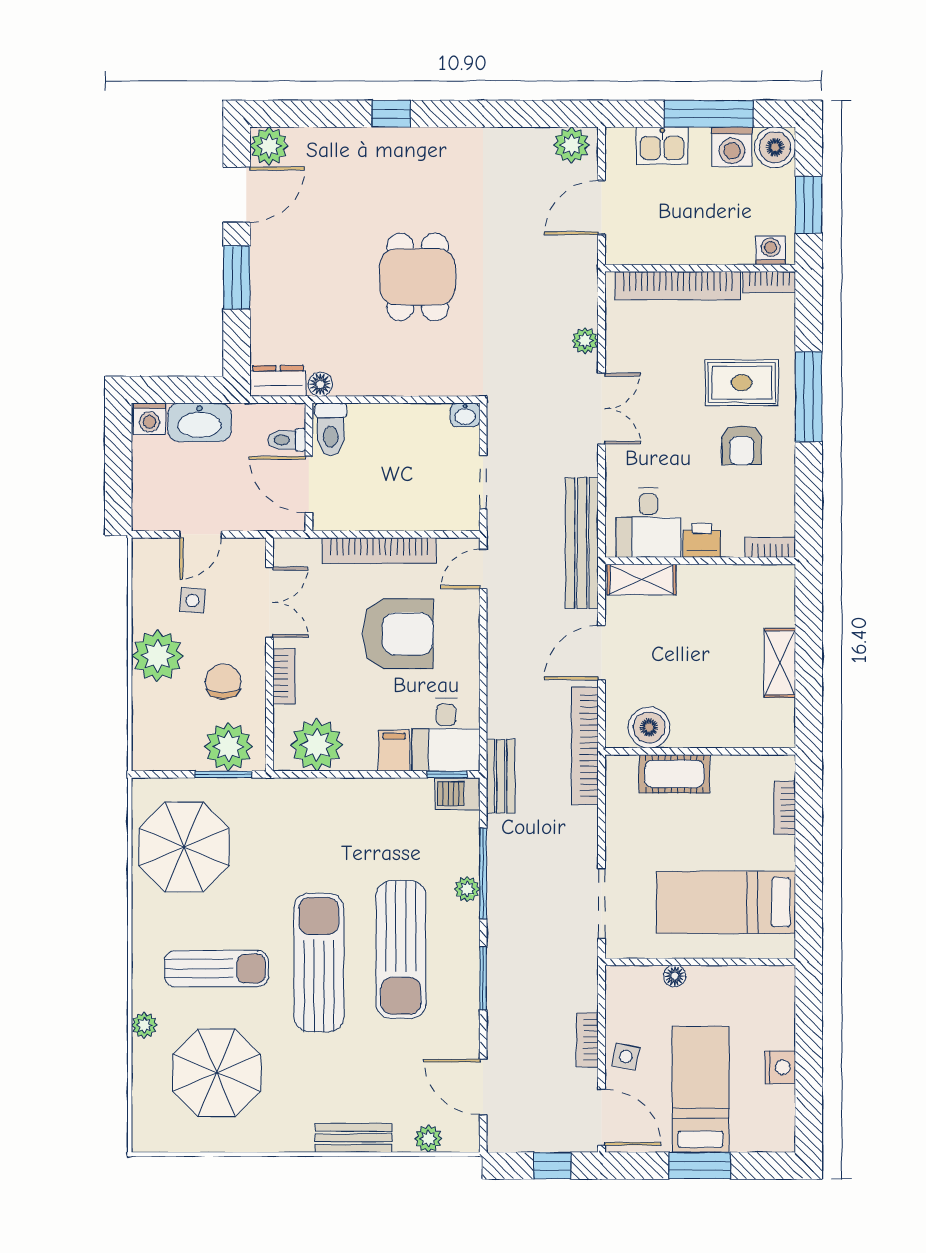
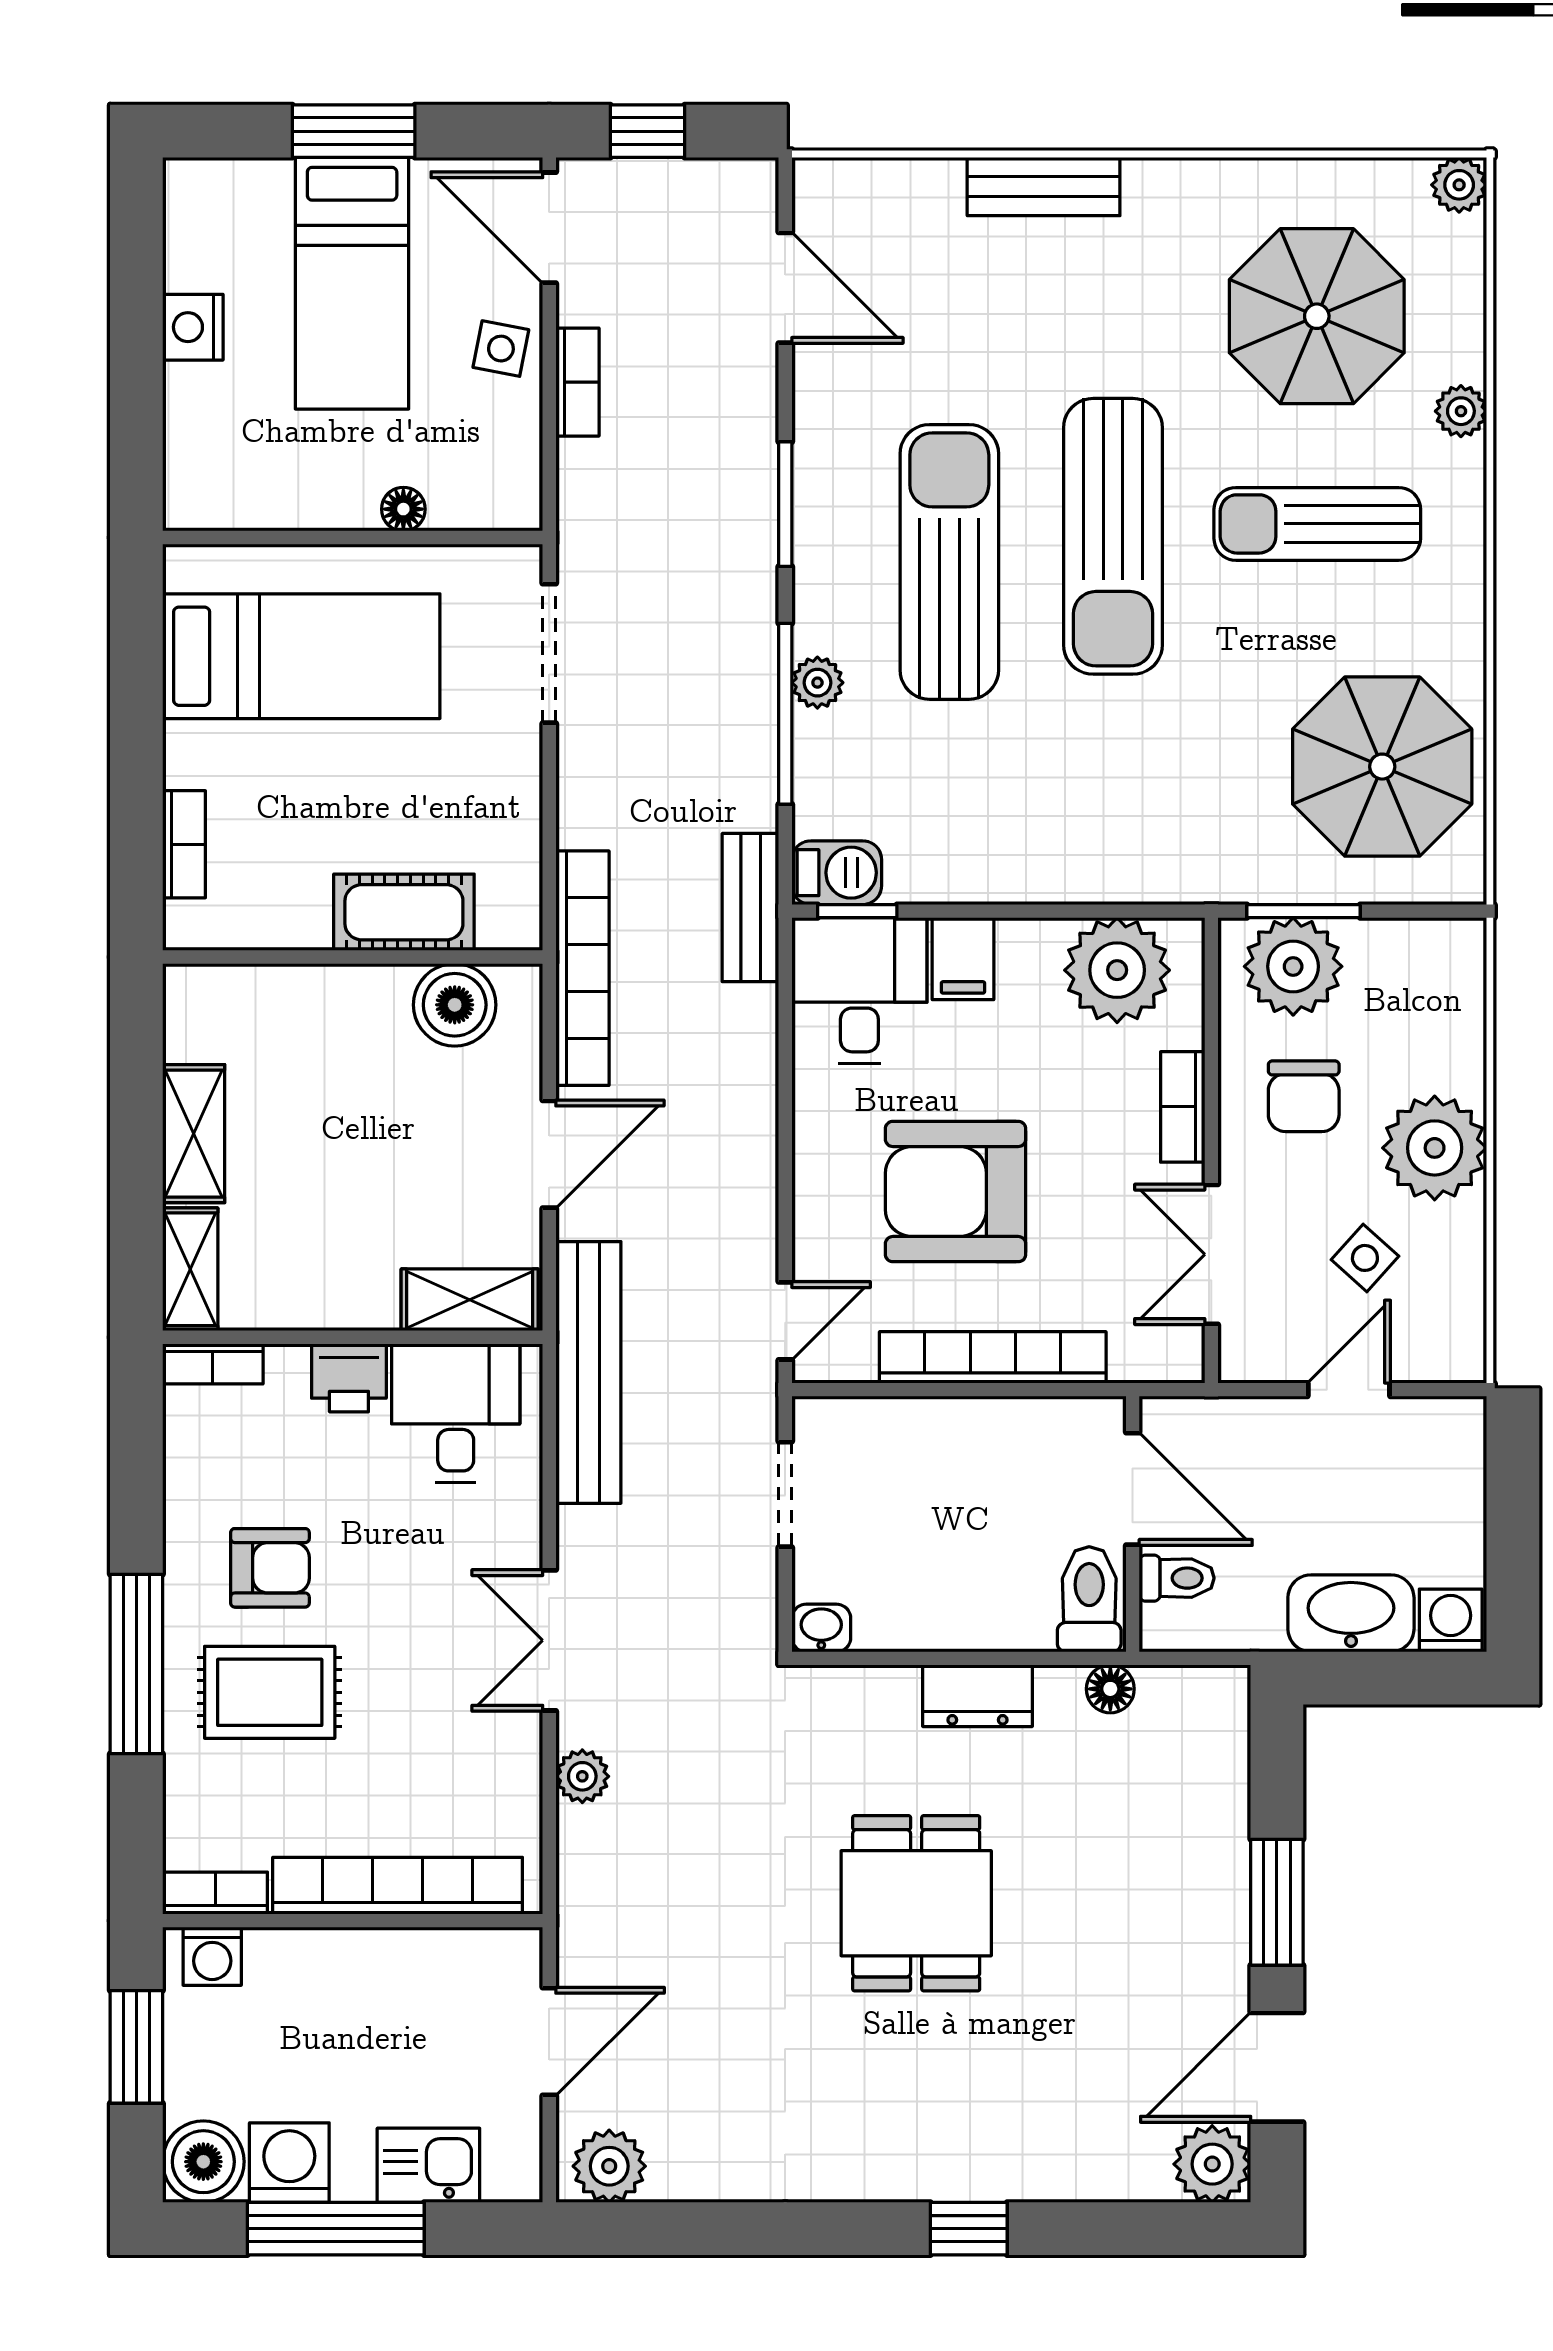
dresser: (278, 381) -> (977, 1696), moved
armchair: (742, 445) -> (270, 1568), turned 90
shelving: (782, 595) -> (190, 1269), added
side table: (192, 600) -> (1365, 1258), turned 37
plant: (428, 1139) -> (1459, 185), moved

